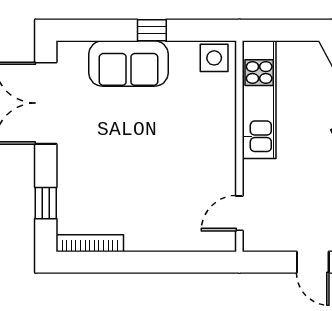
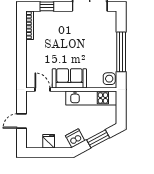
window: (152, 30) -> (121, 52), width x3.17
sofa: (128, 64) -> (69, 78), moved, turned 90

